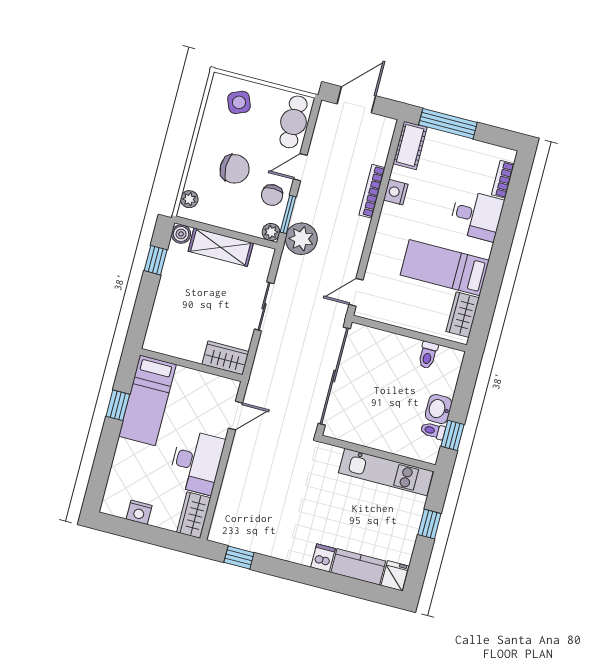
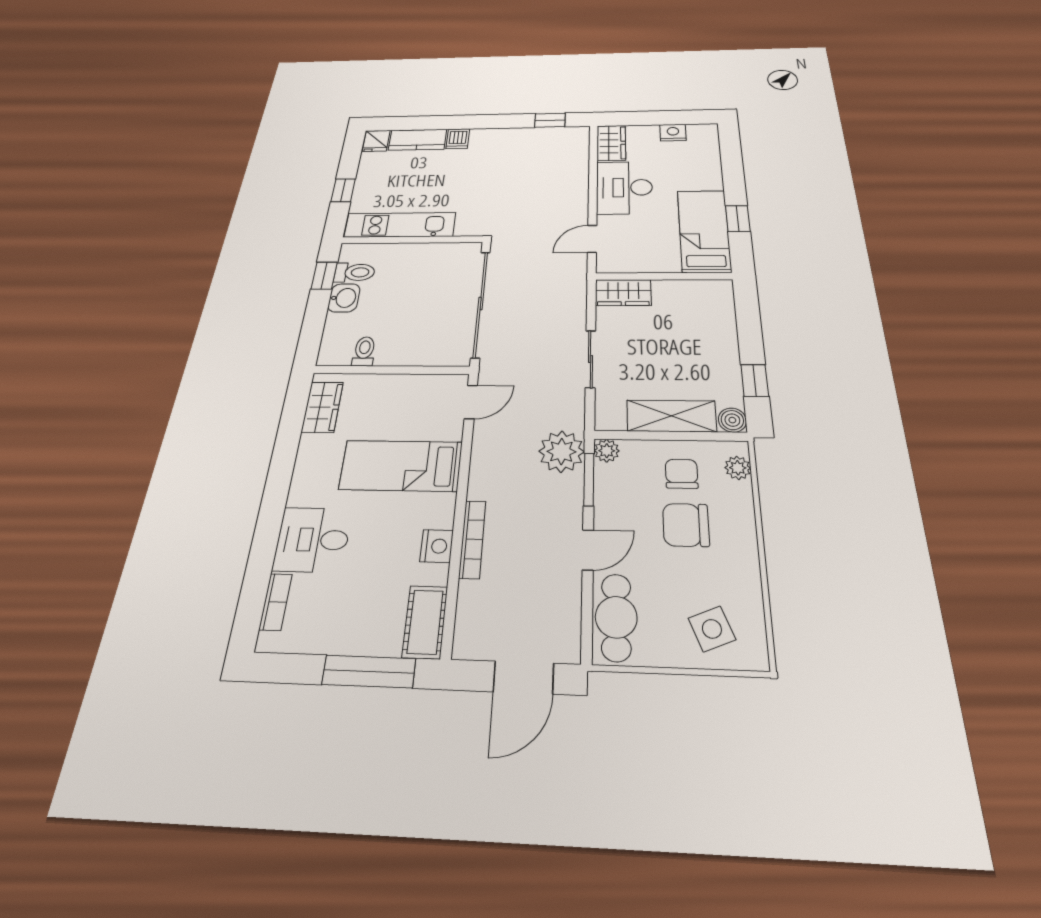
chair: (272, 195) -> (682, 474), moved
bed: (445, 268) -> (401, 466), moved, turned 180
toilet: (433, 431) -> (355, 272), width x1.37, depth x1.39

